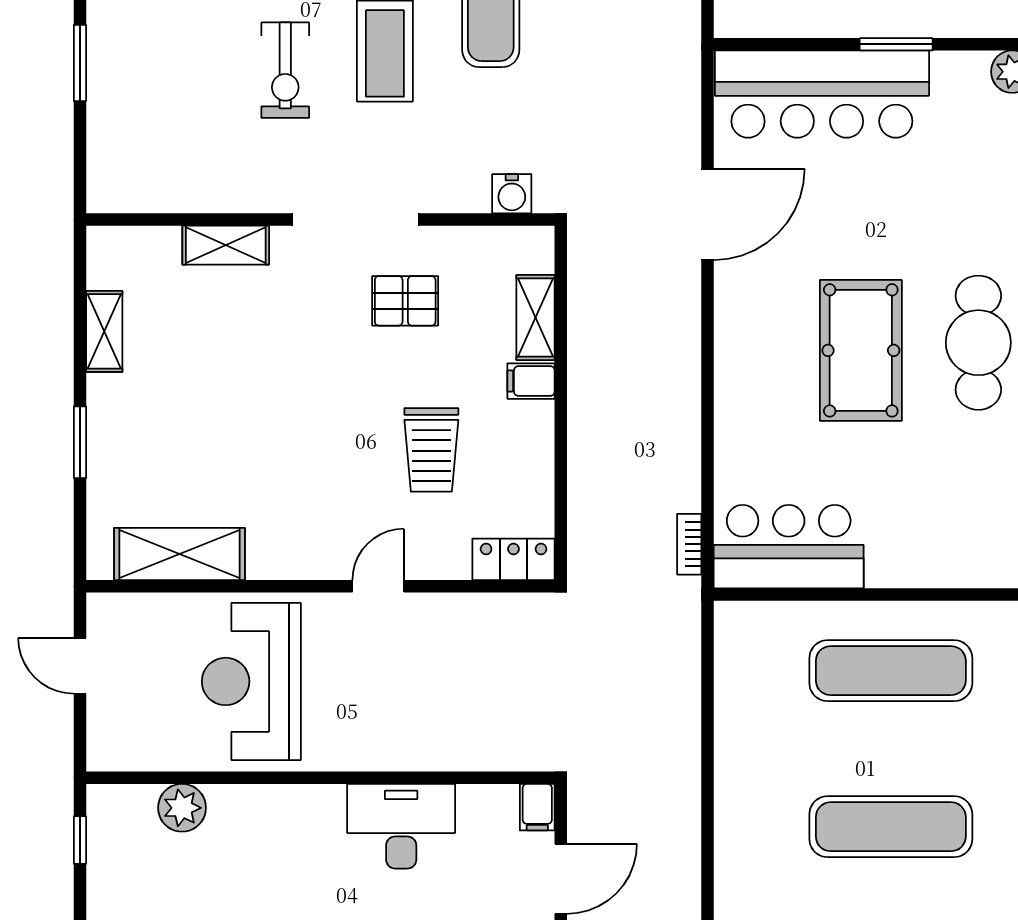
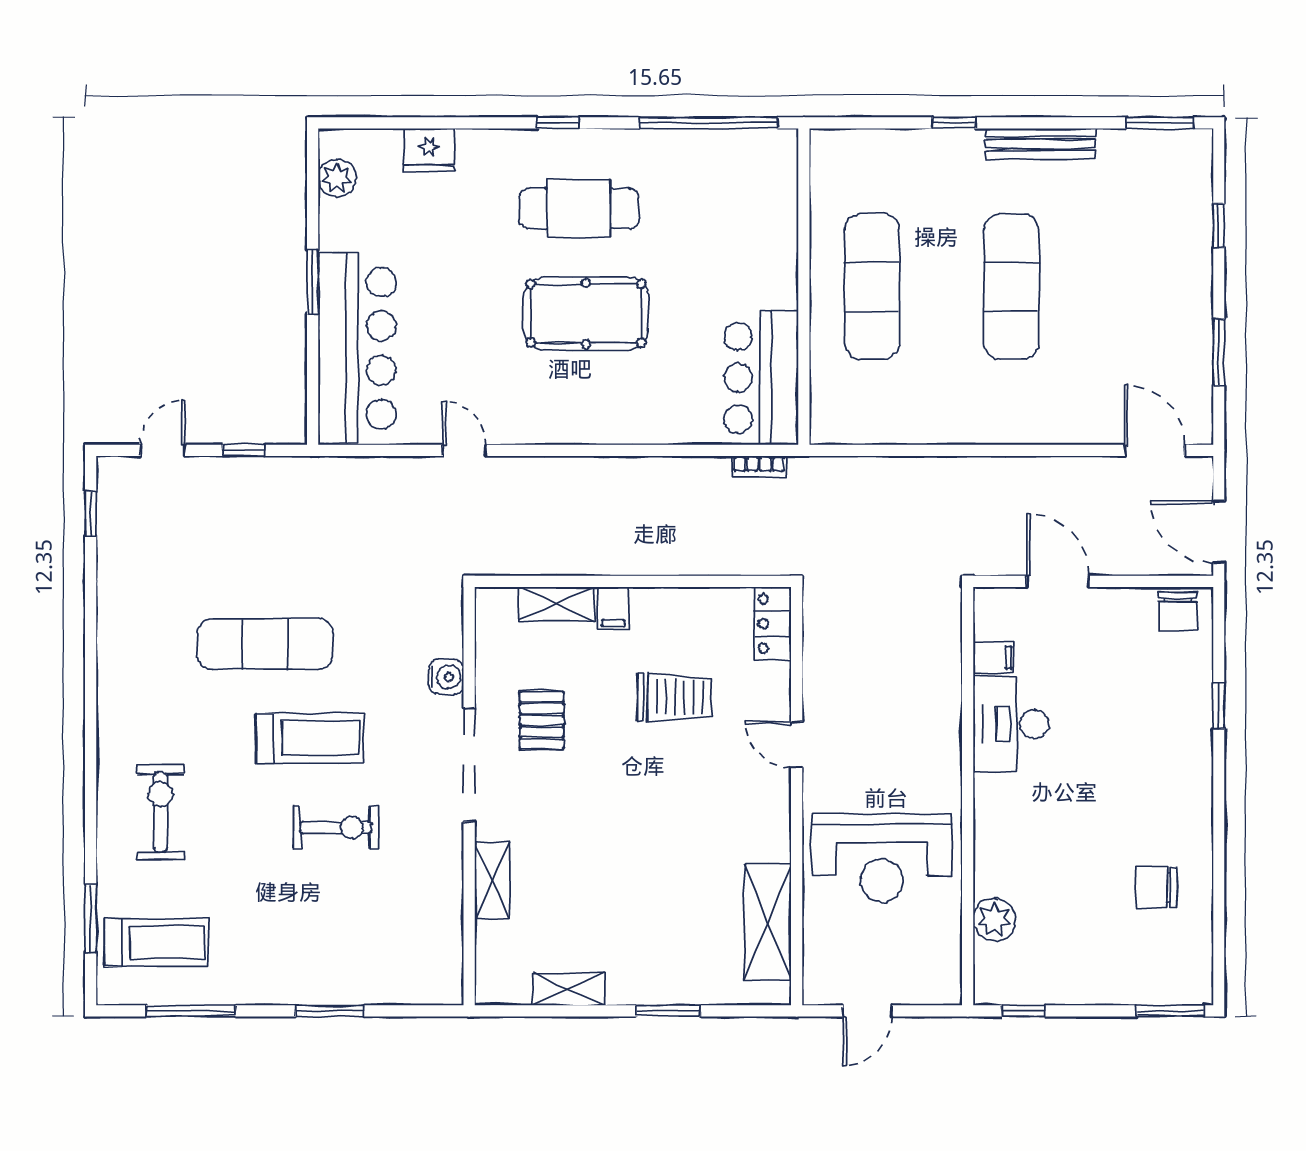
water cooler: (512, 194) -> (446, 677), moved
door: (707, 215) -> (465, 450), width x0.53
filing cabinet: (537, 807) -> (994, 657), moved

